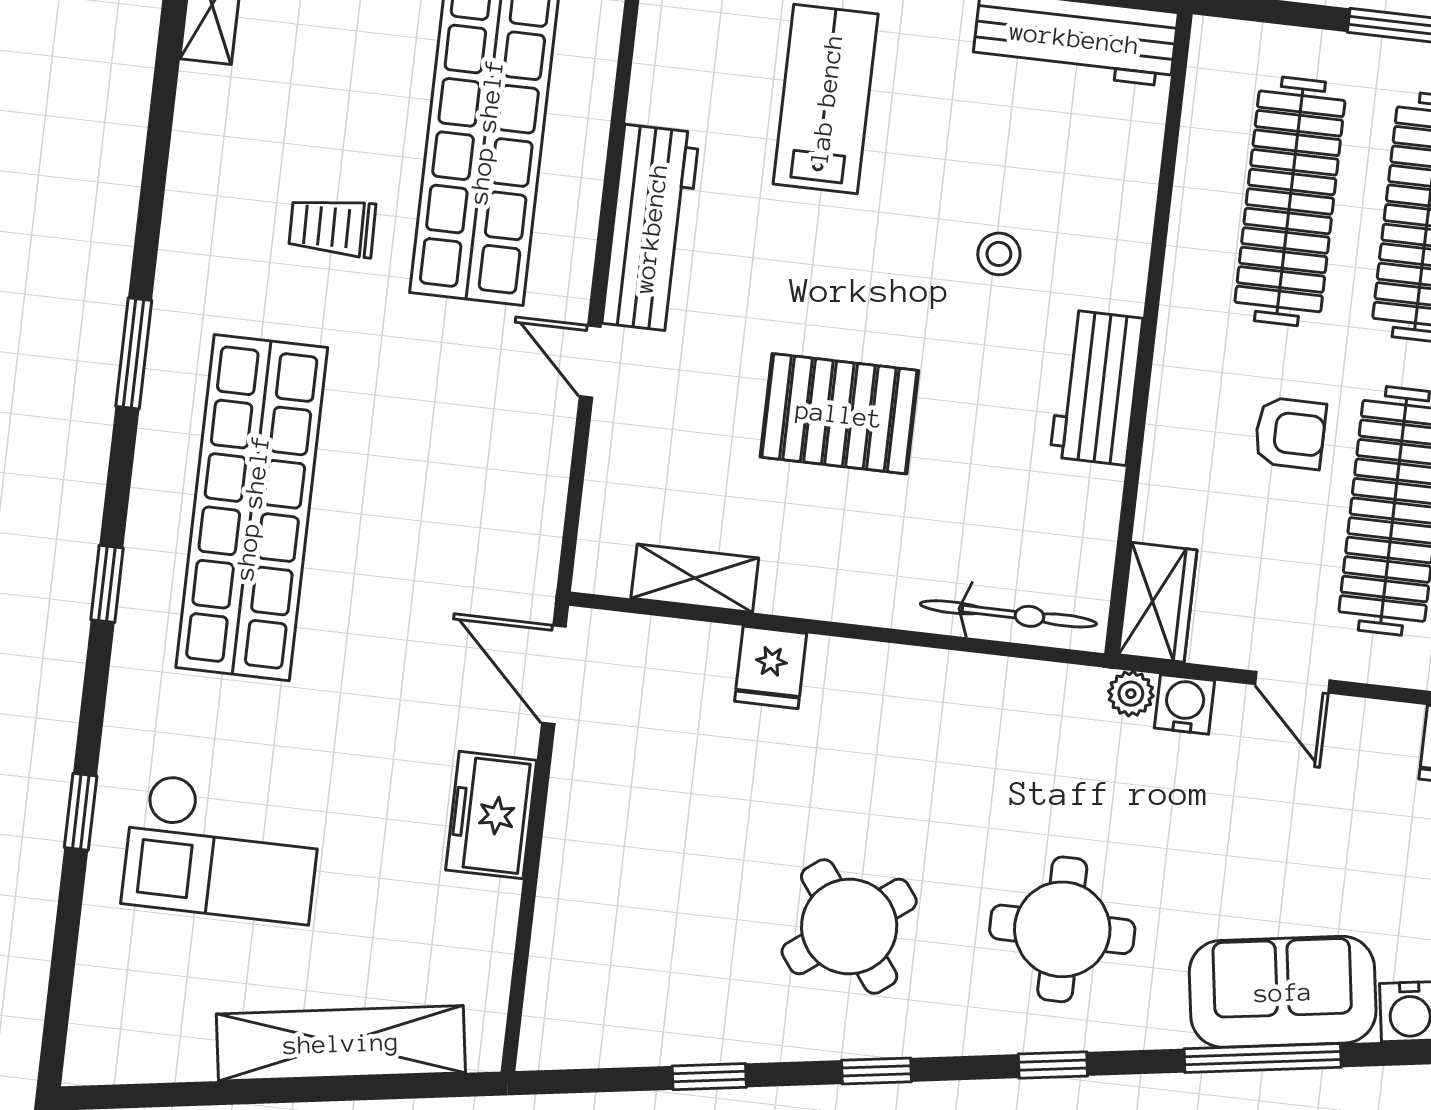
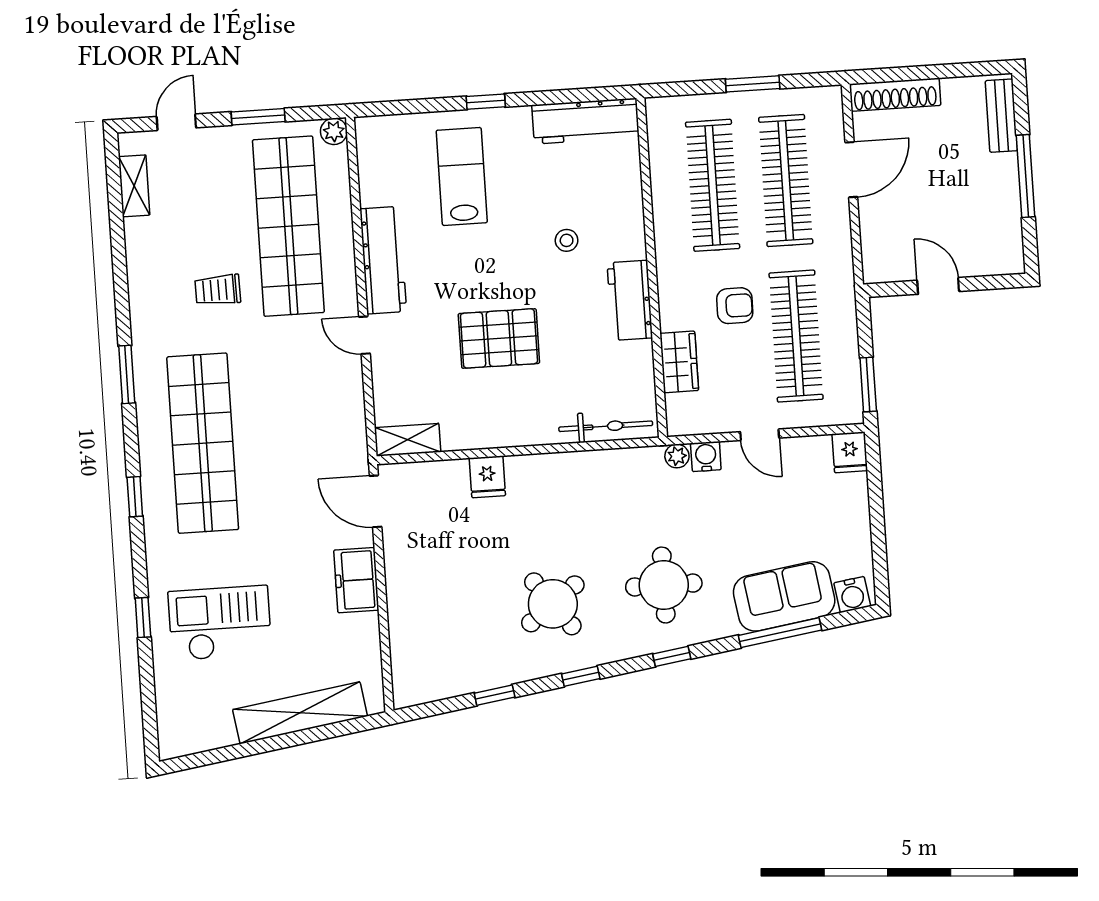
shelving: (695, 578) -> (408, 440), moved
wardrobe: (1158, 602) -> (679, 362), moved
checkout: (222, 849) -> (220, 623), turned 180

